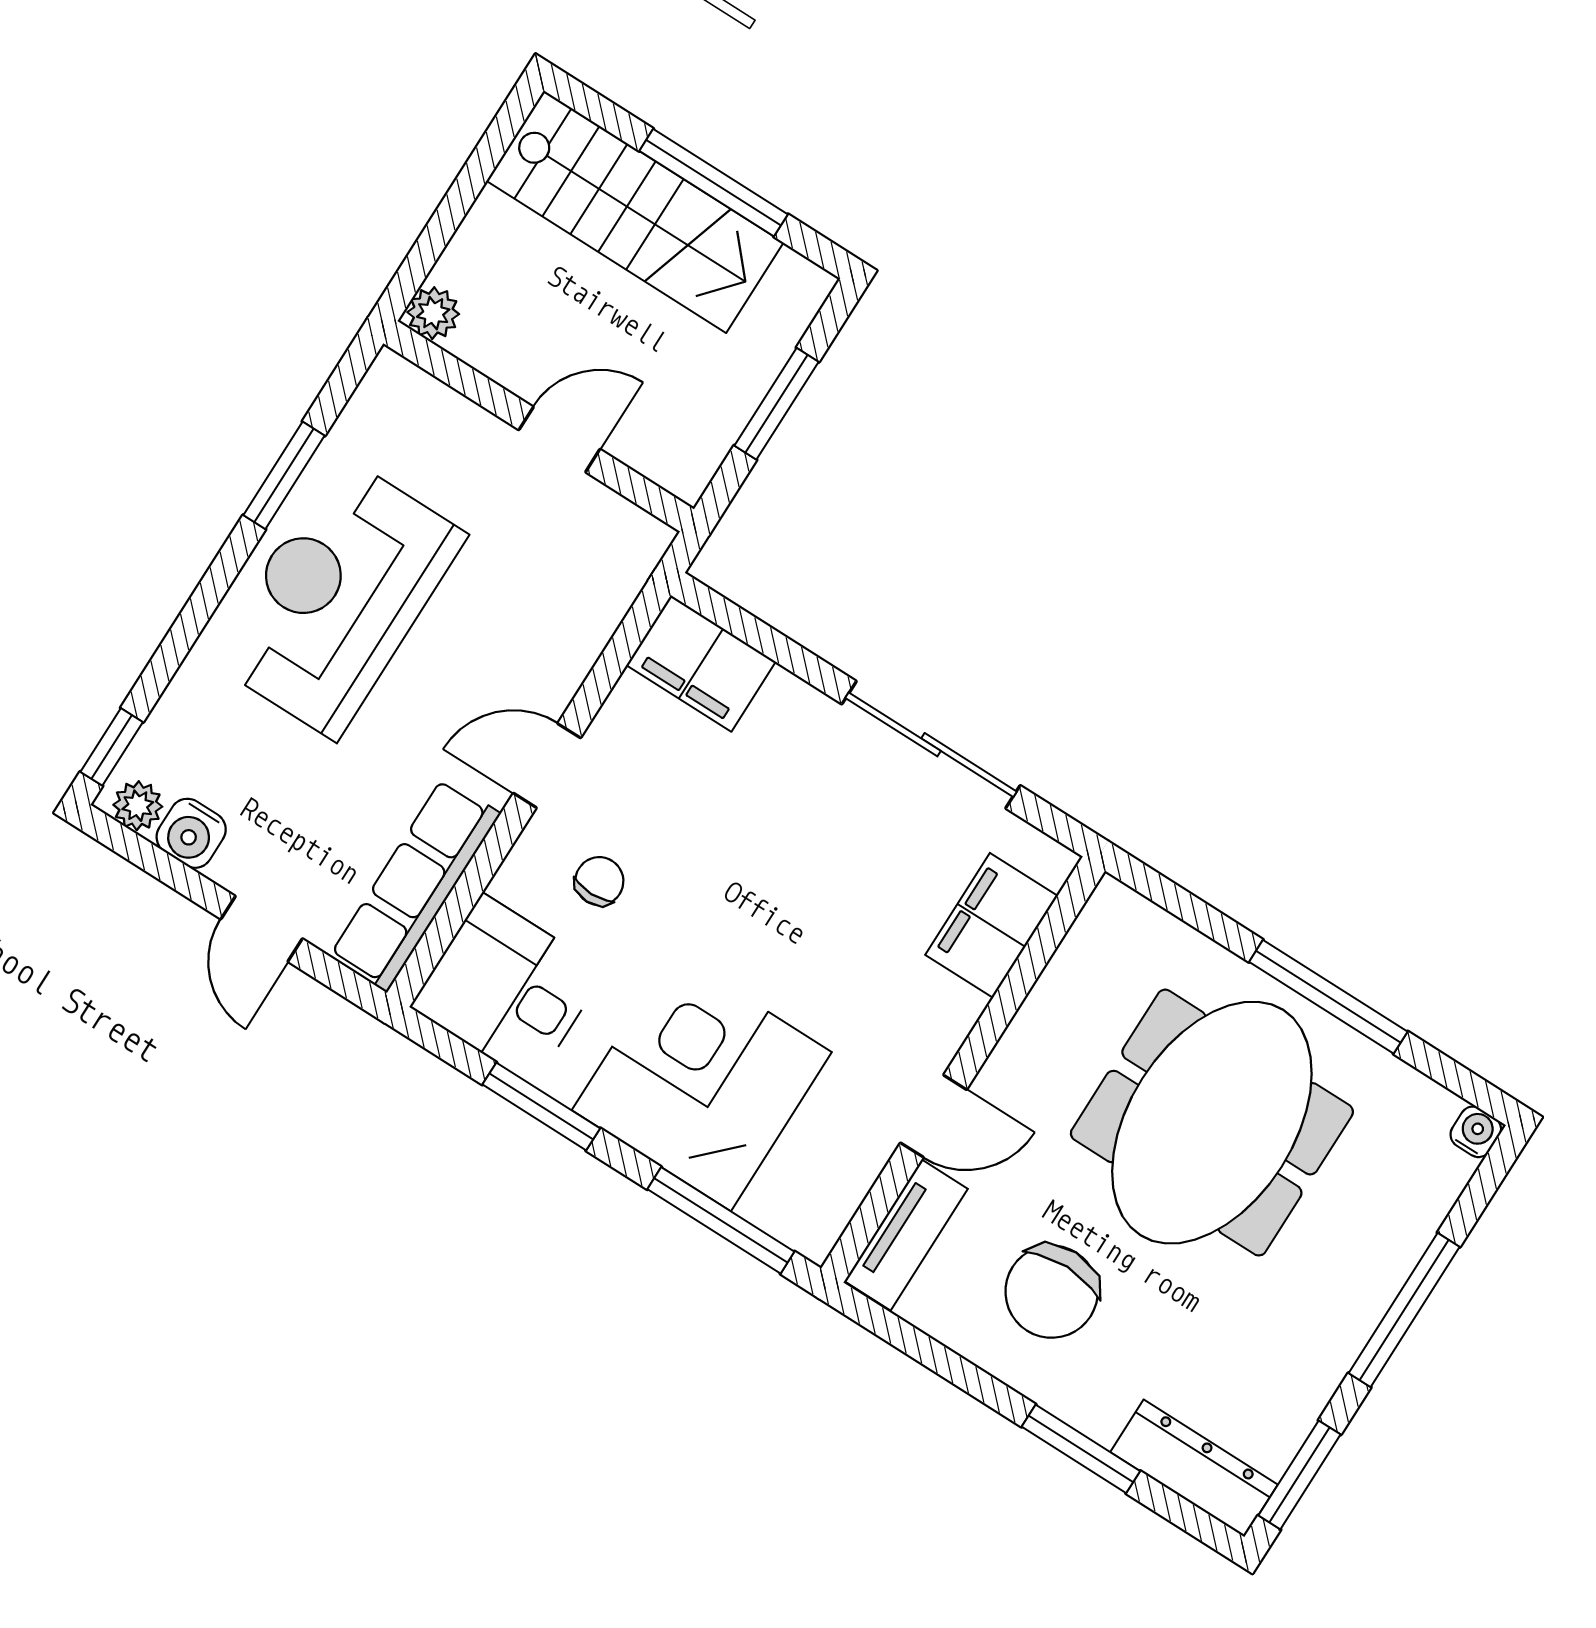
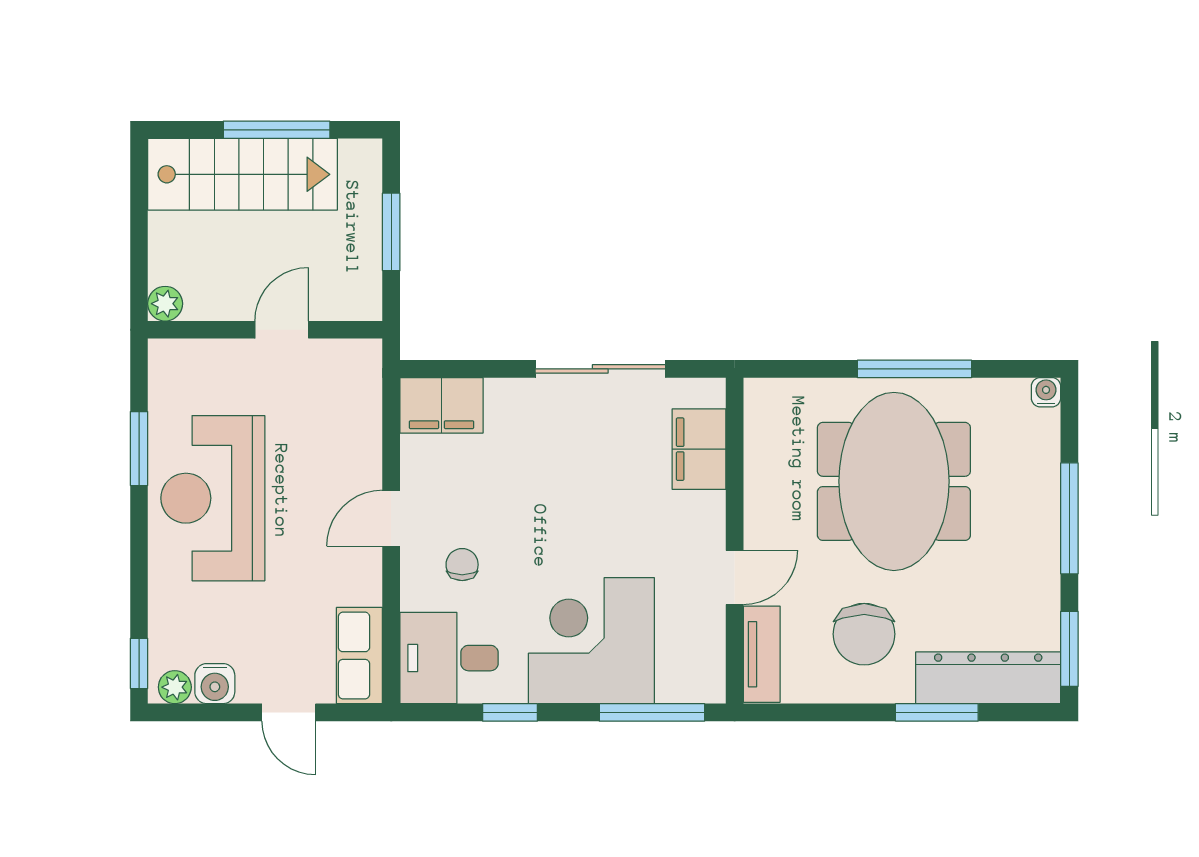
row of seats: (415, 885) -> (359, 656), width x0.68
window: (541, 1106) -> (510, 712), width x0.67
dresser: (1194, 1468) -> (988, 678), width x1.37, depth x1.24

